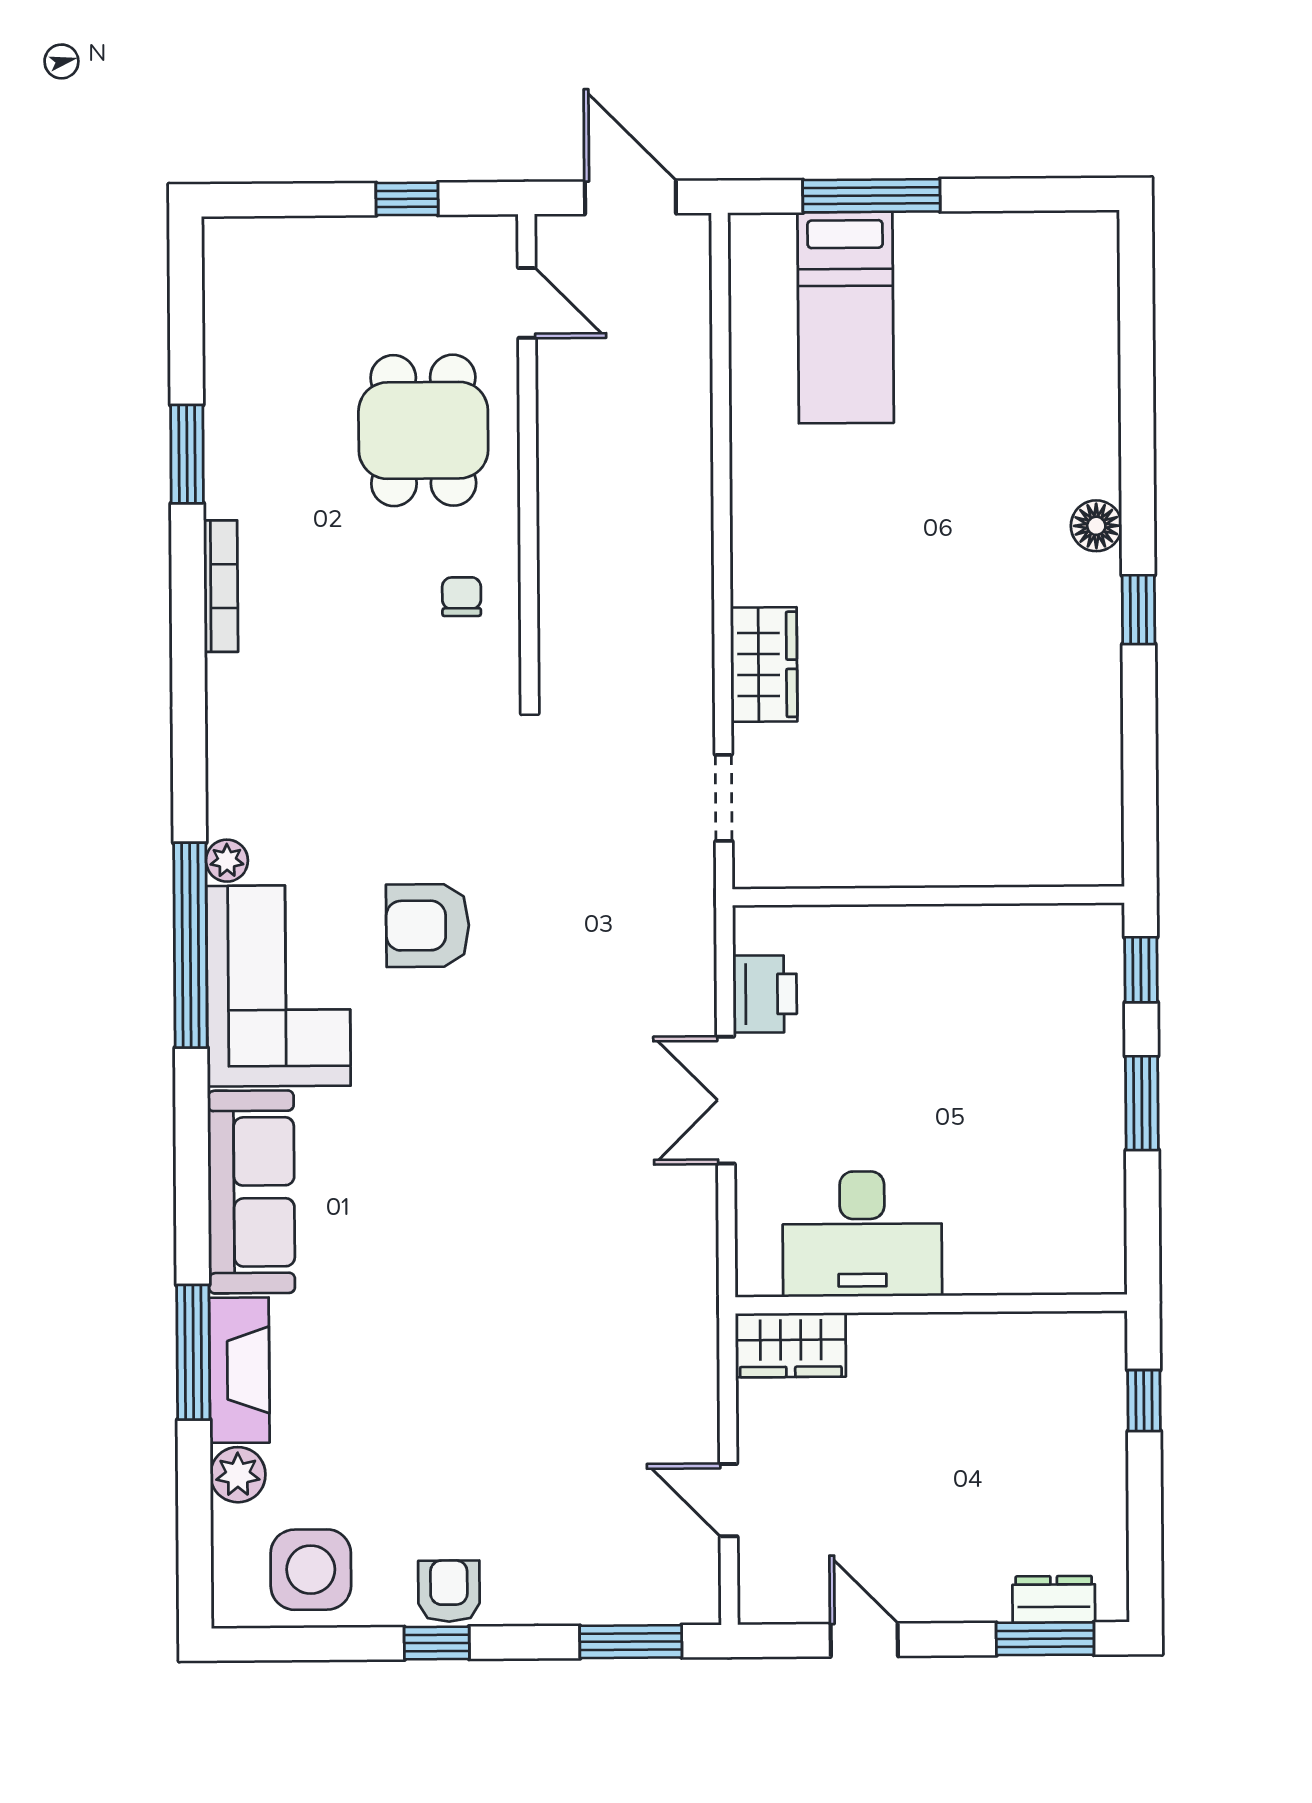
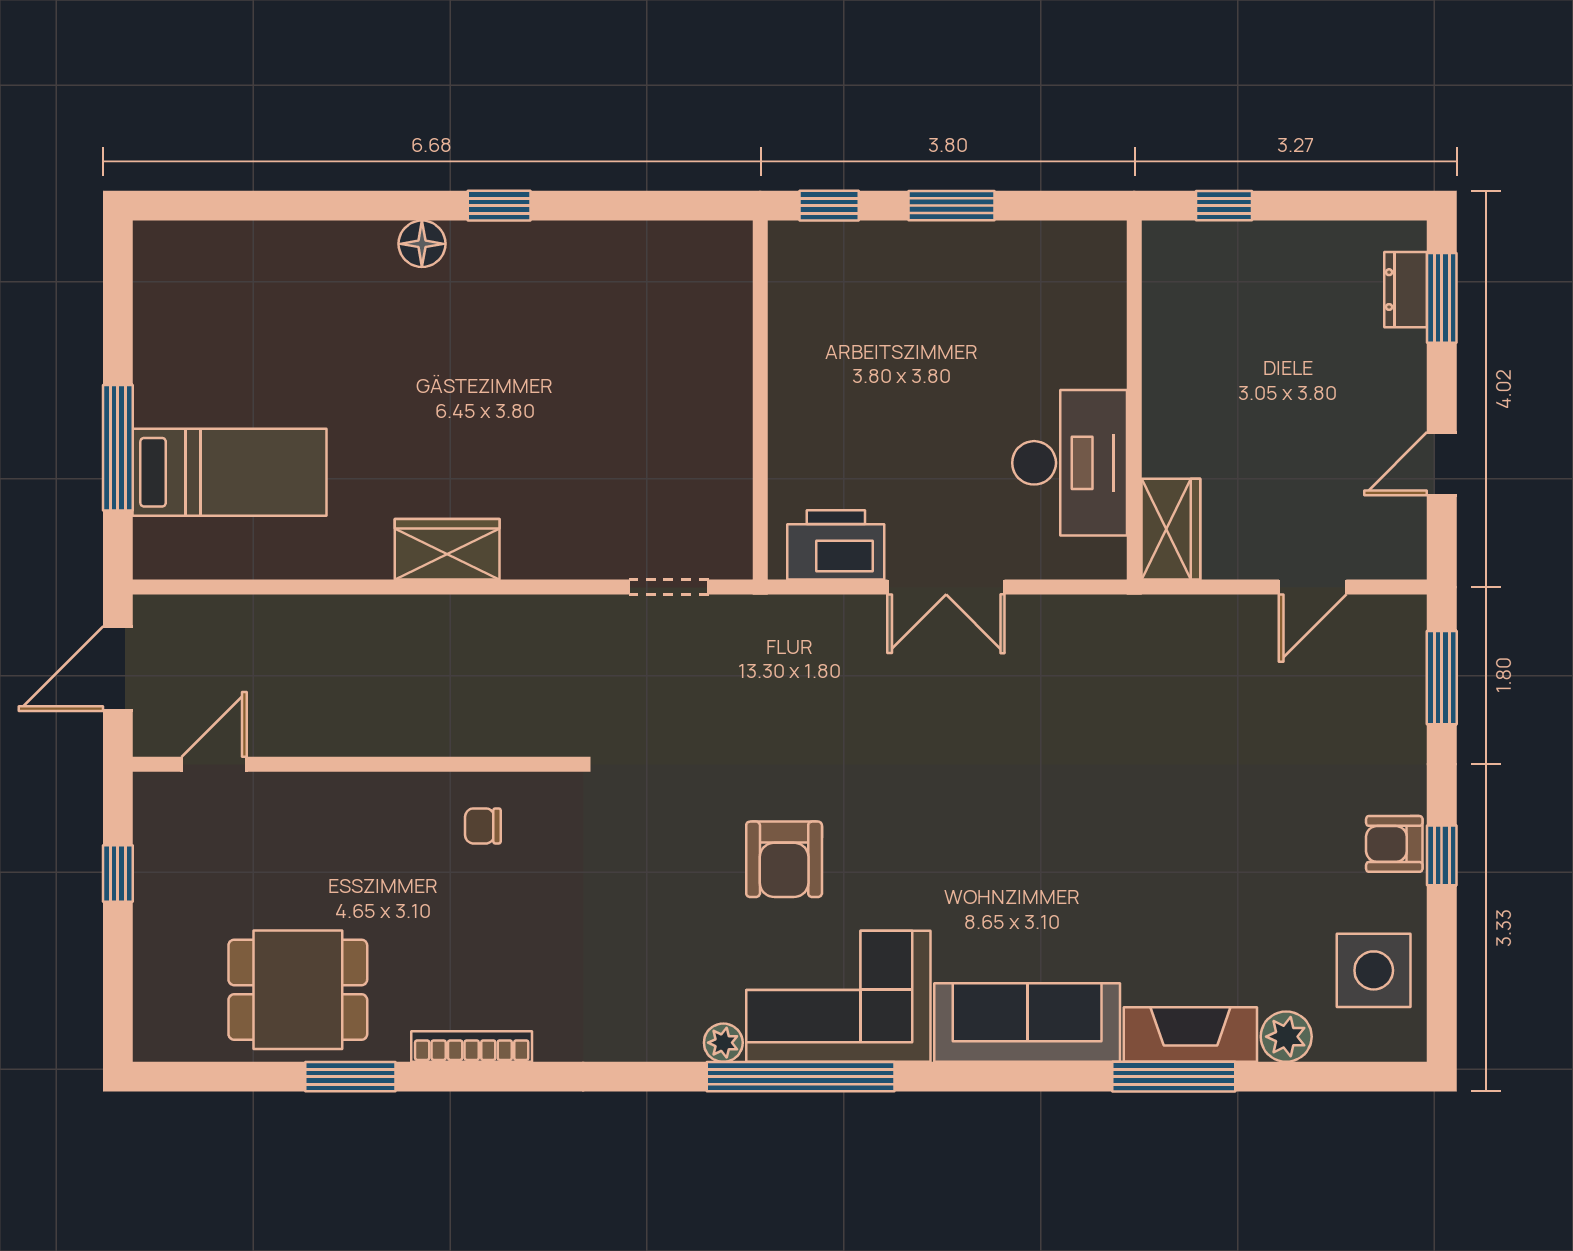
dining table: (423, 430) -> (298, 990), moved
wardrobe: (764, 664) -> (447, 549), moved
printer: (765, 994) -> (836, 545), width x1.37, depth x1.19

